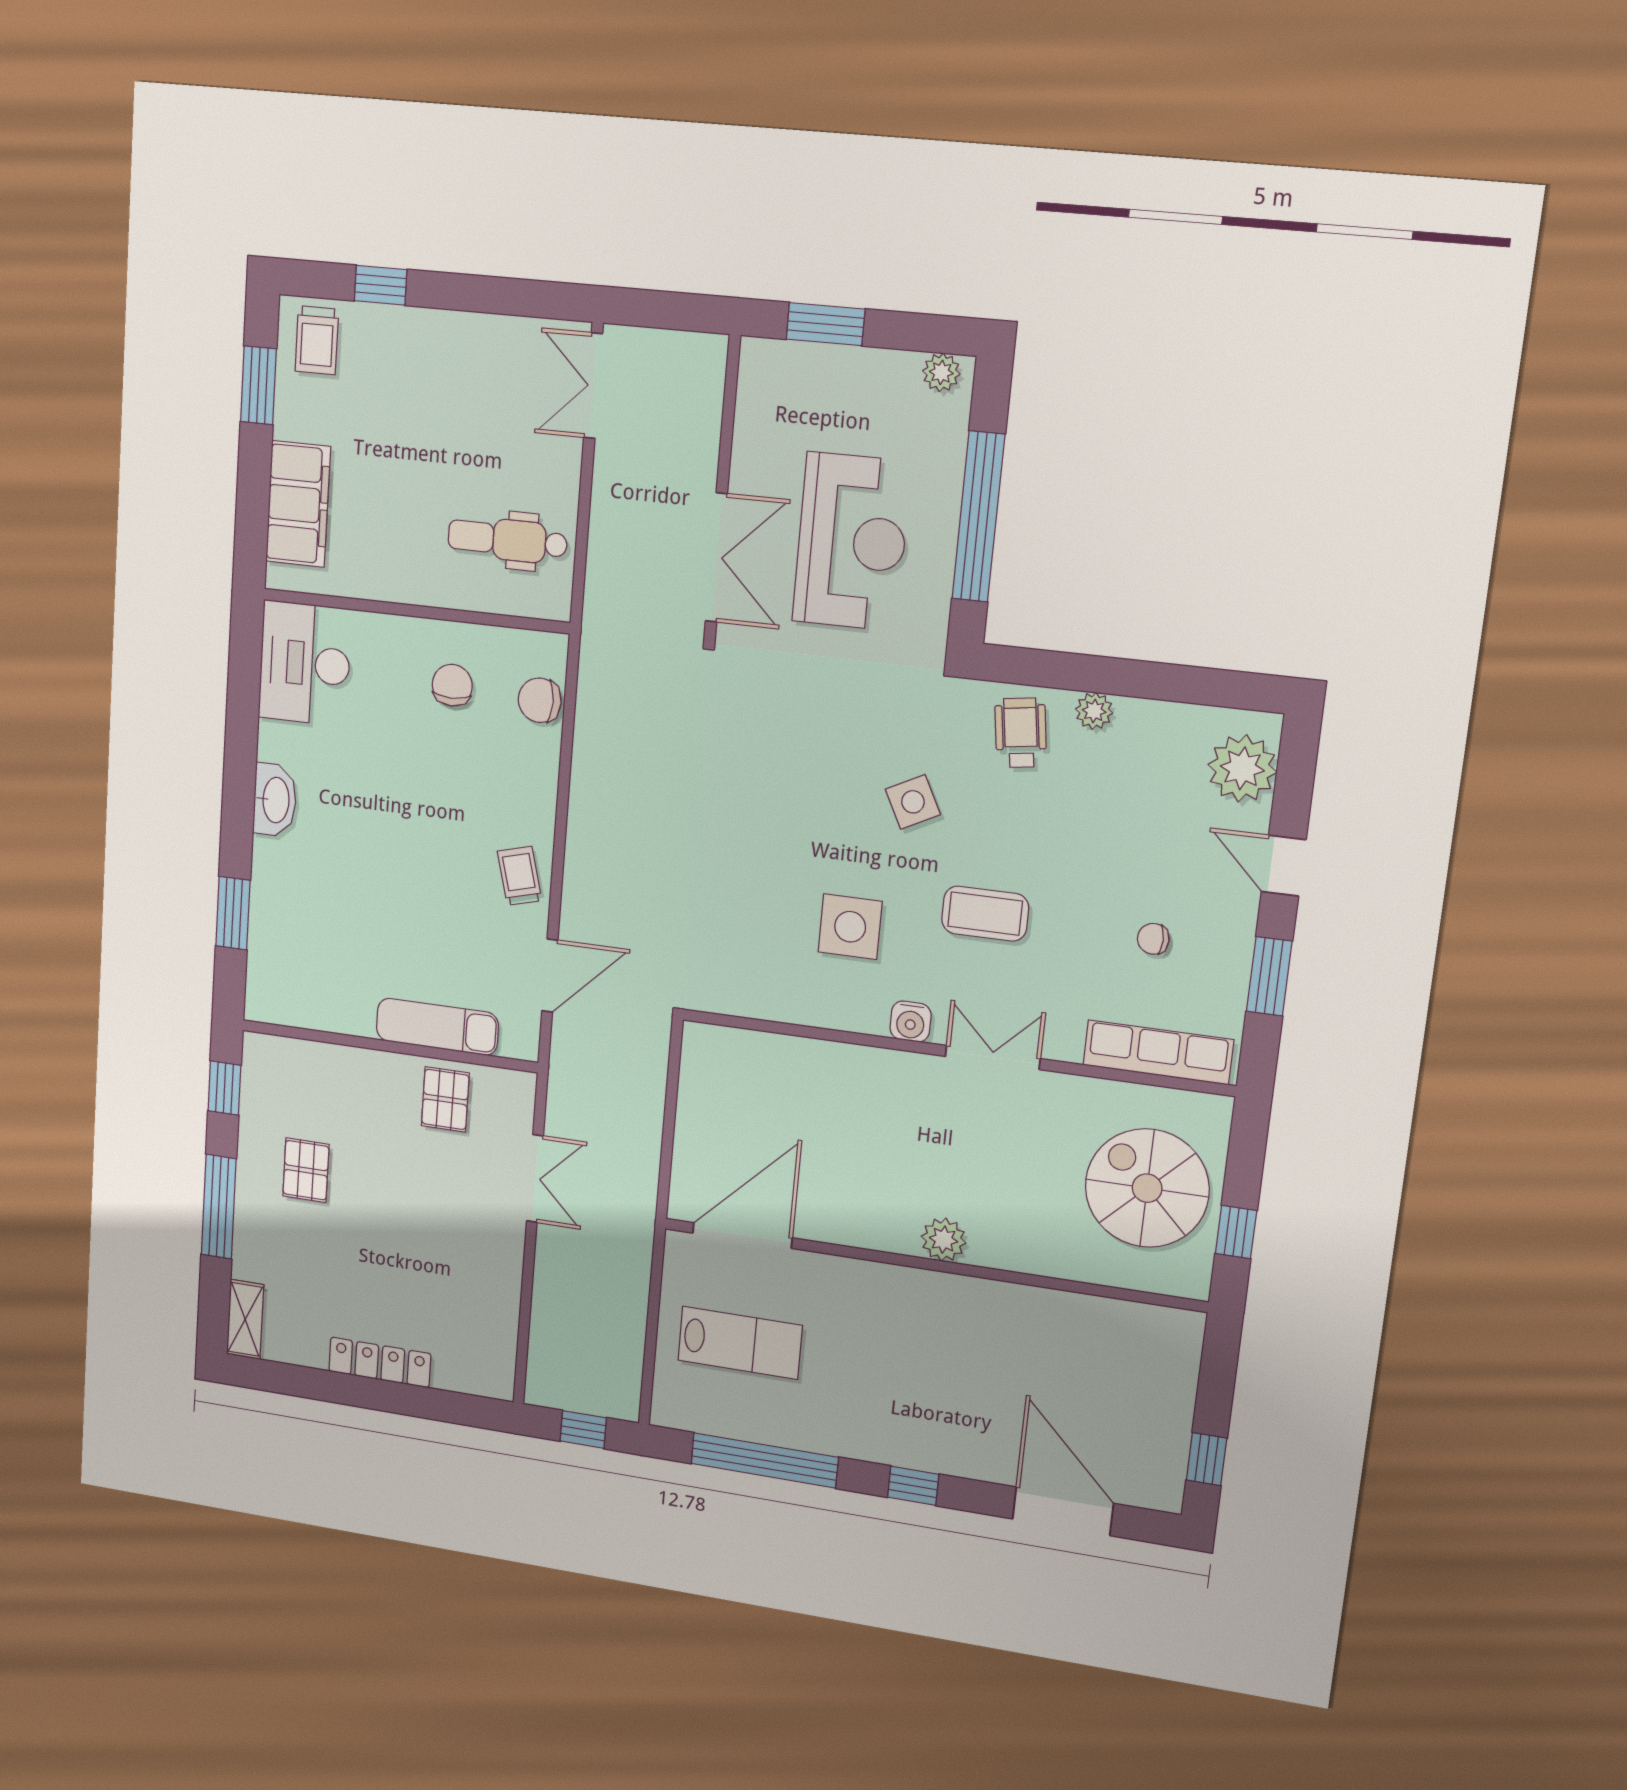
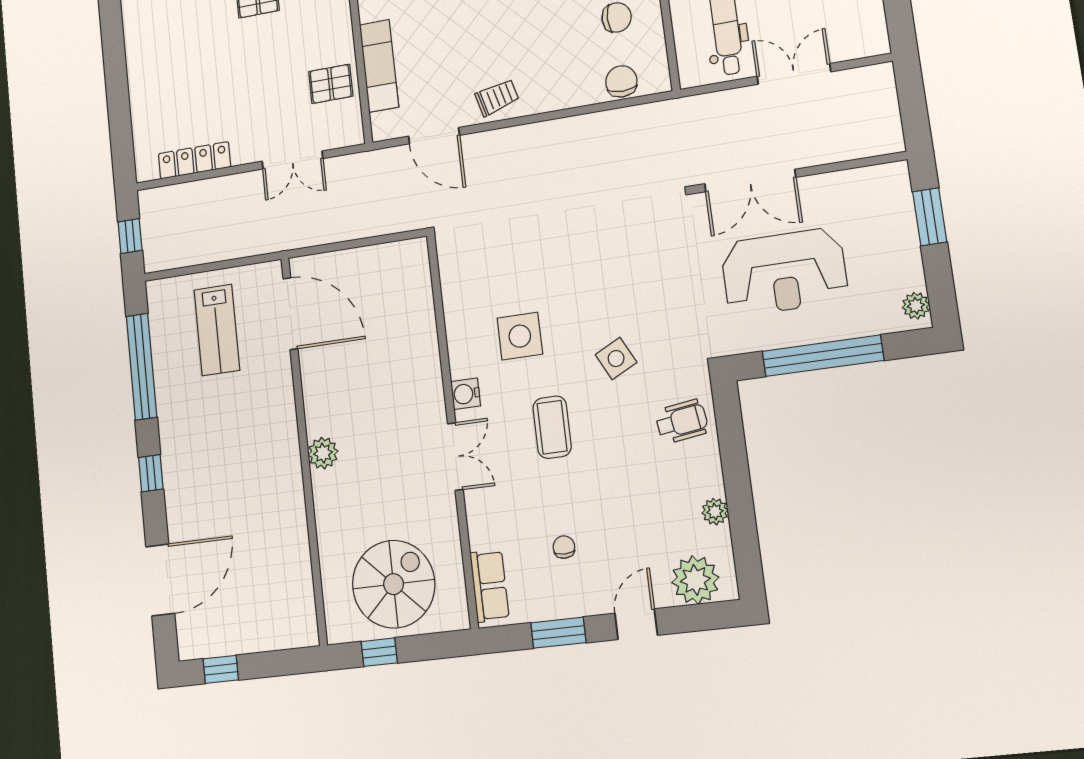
double door: (593, 386) -> (794, 74), moved
plant: (1094, 711) -> (715, 512), moved
row of seats: (1158, 1052) -> (489, 586), width x0.68
locker: (380, 1362) -> (194, 160), moved, turned -90

